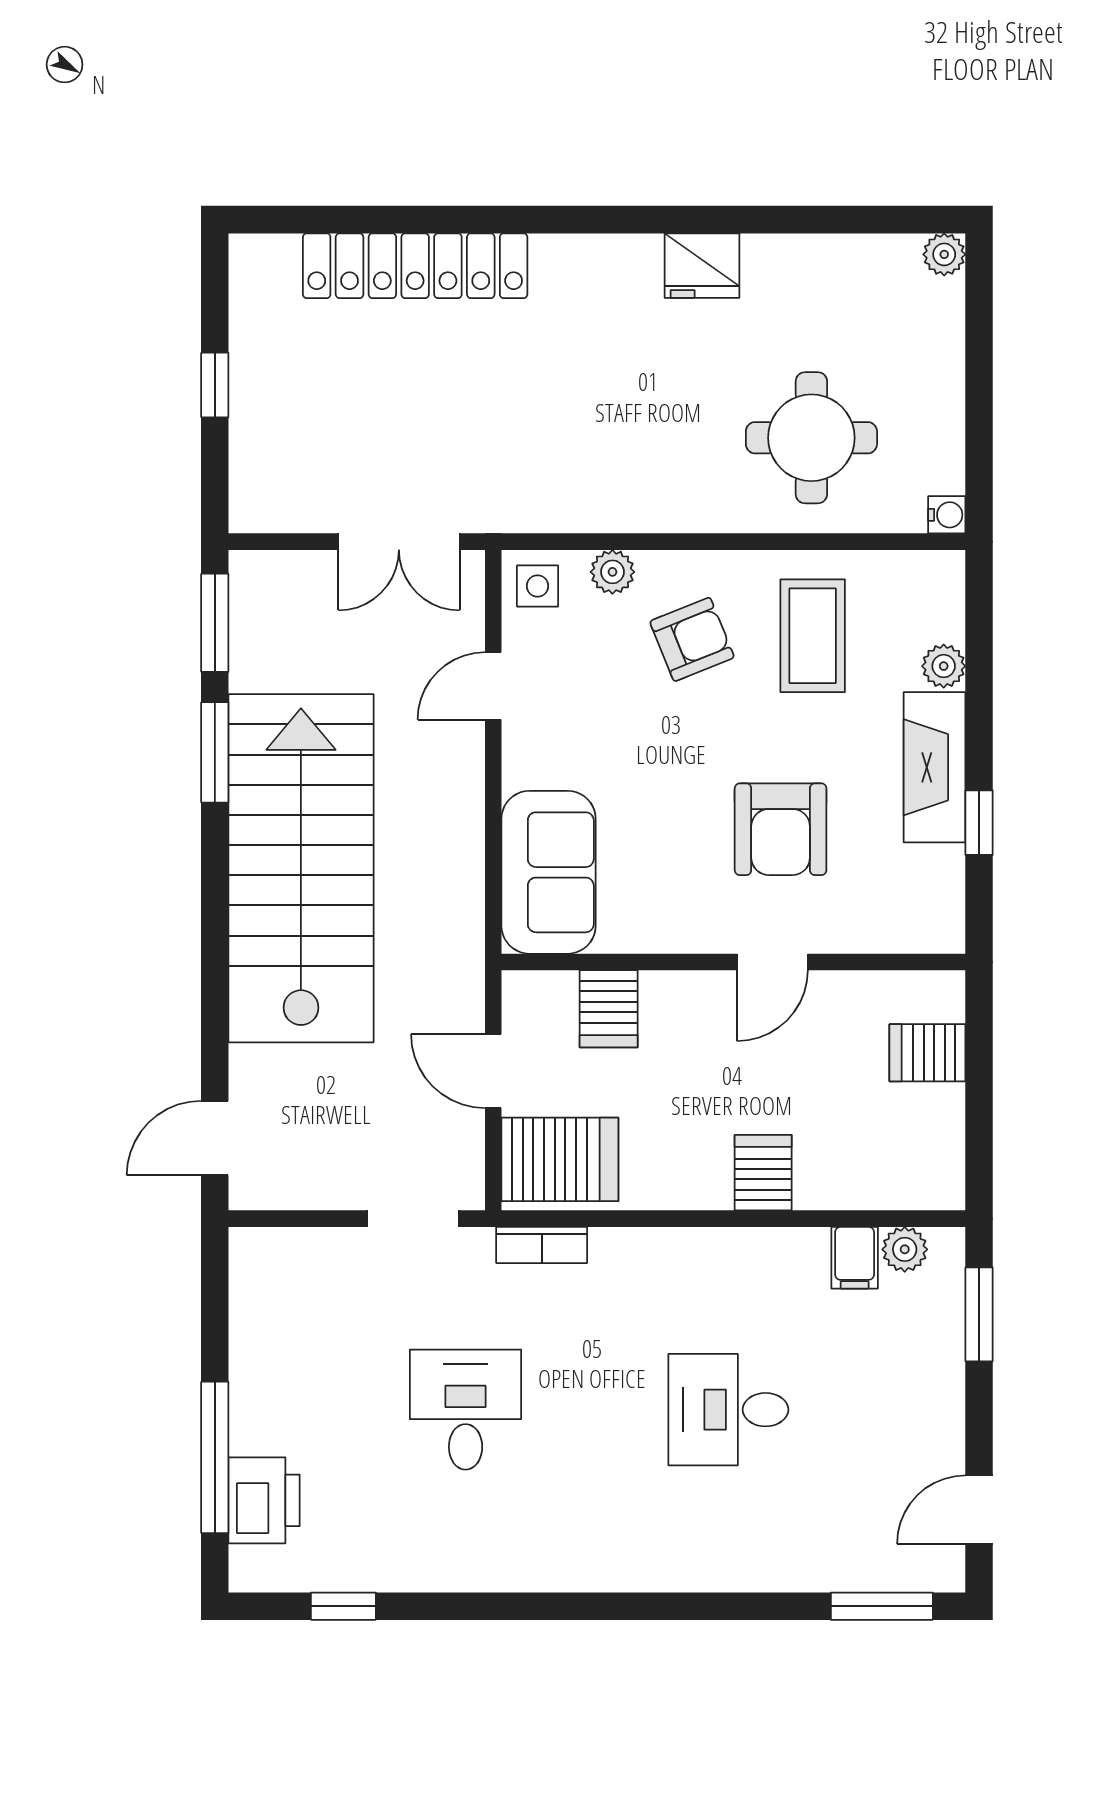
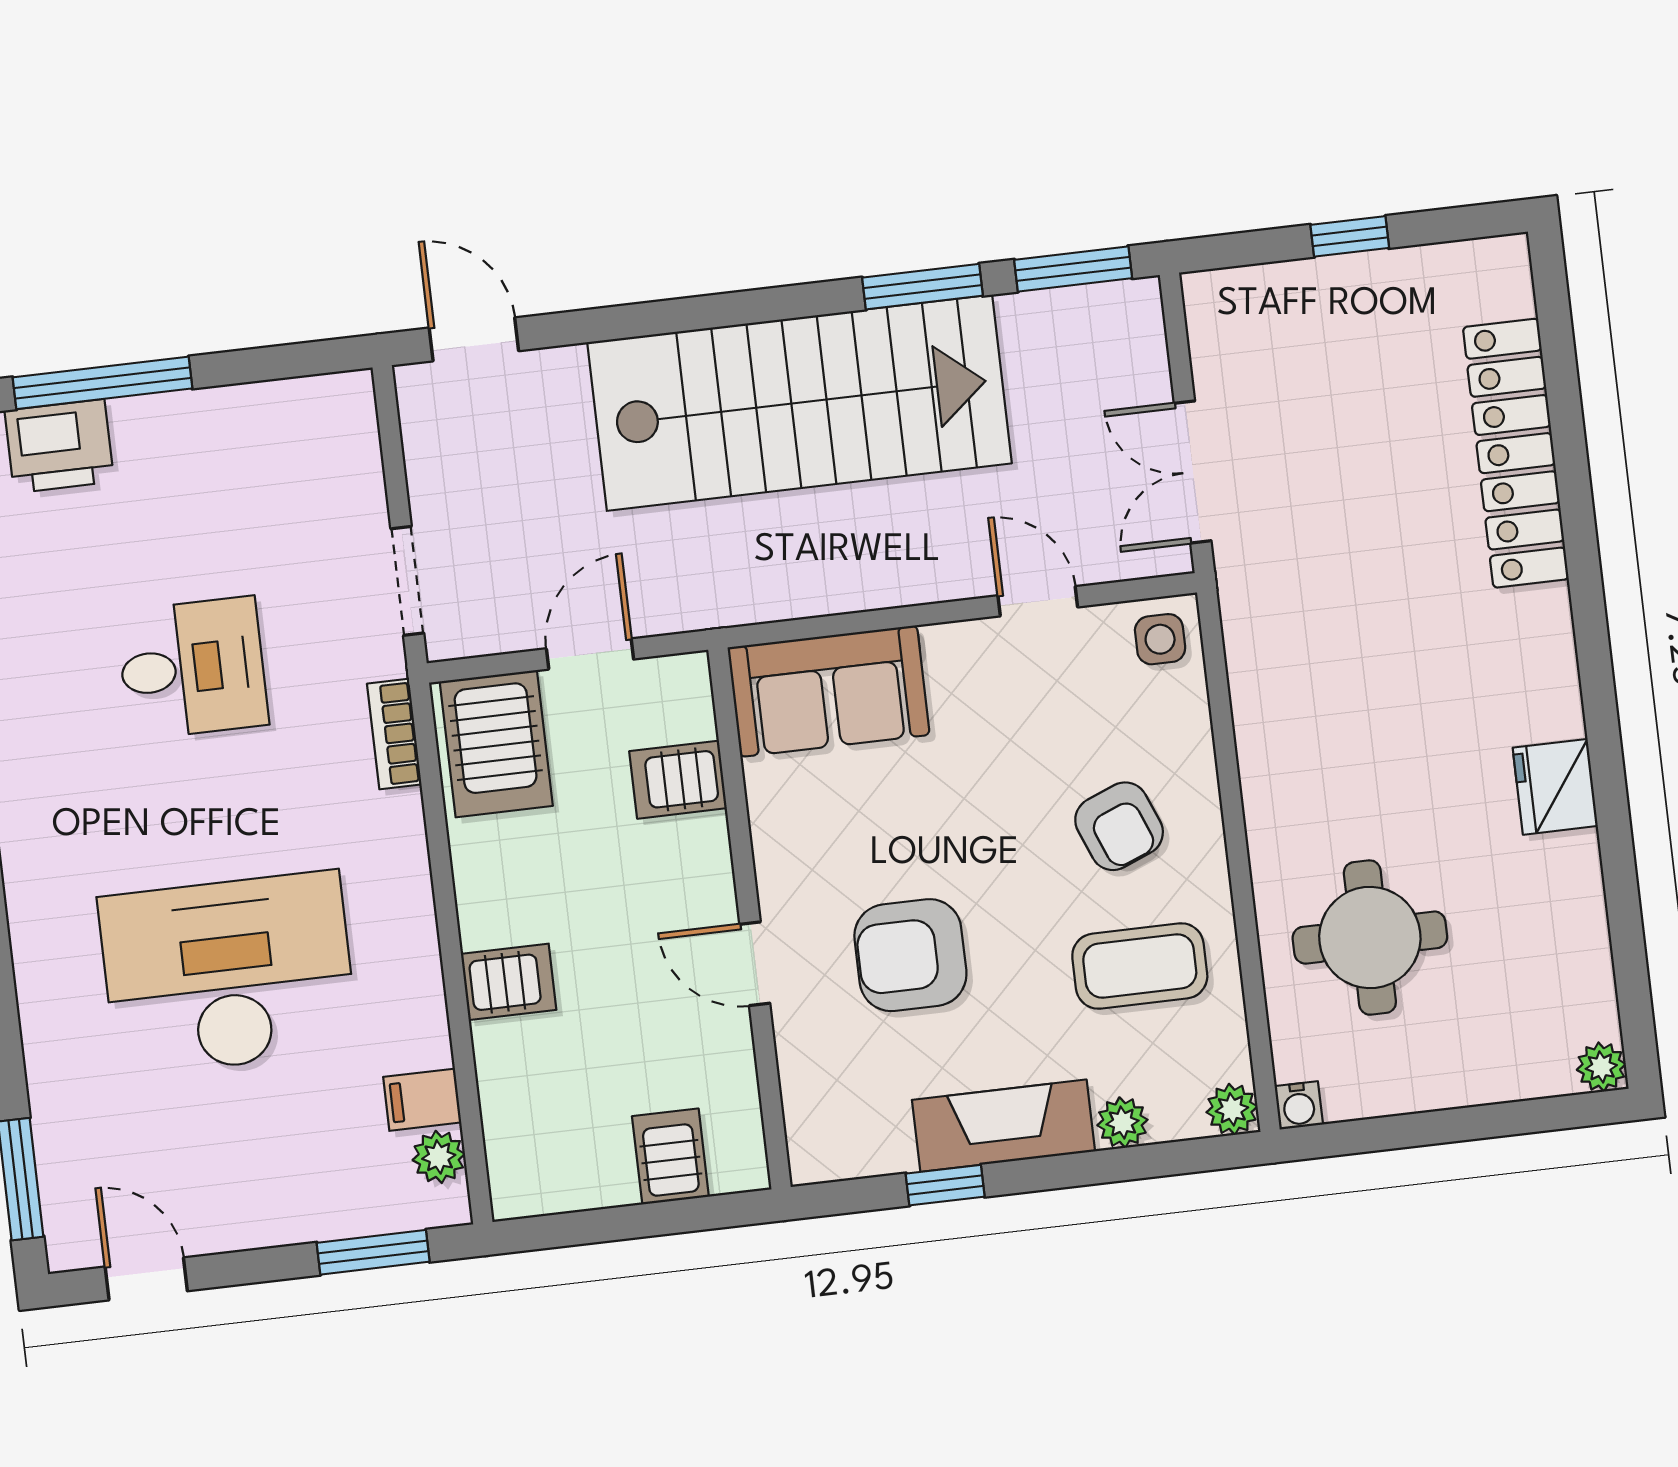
plant: (612, 572) -> (1232, 1109), moved
desk: (728, 1410) -> (228, 974), width x1.87, depth x1.30

